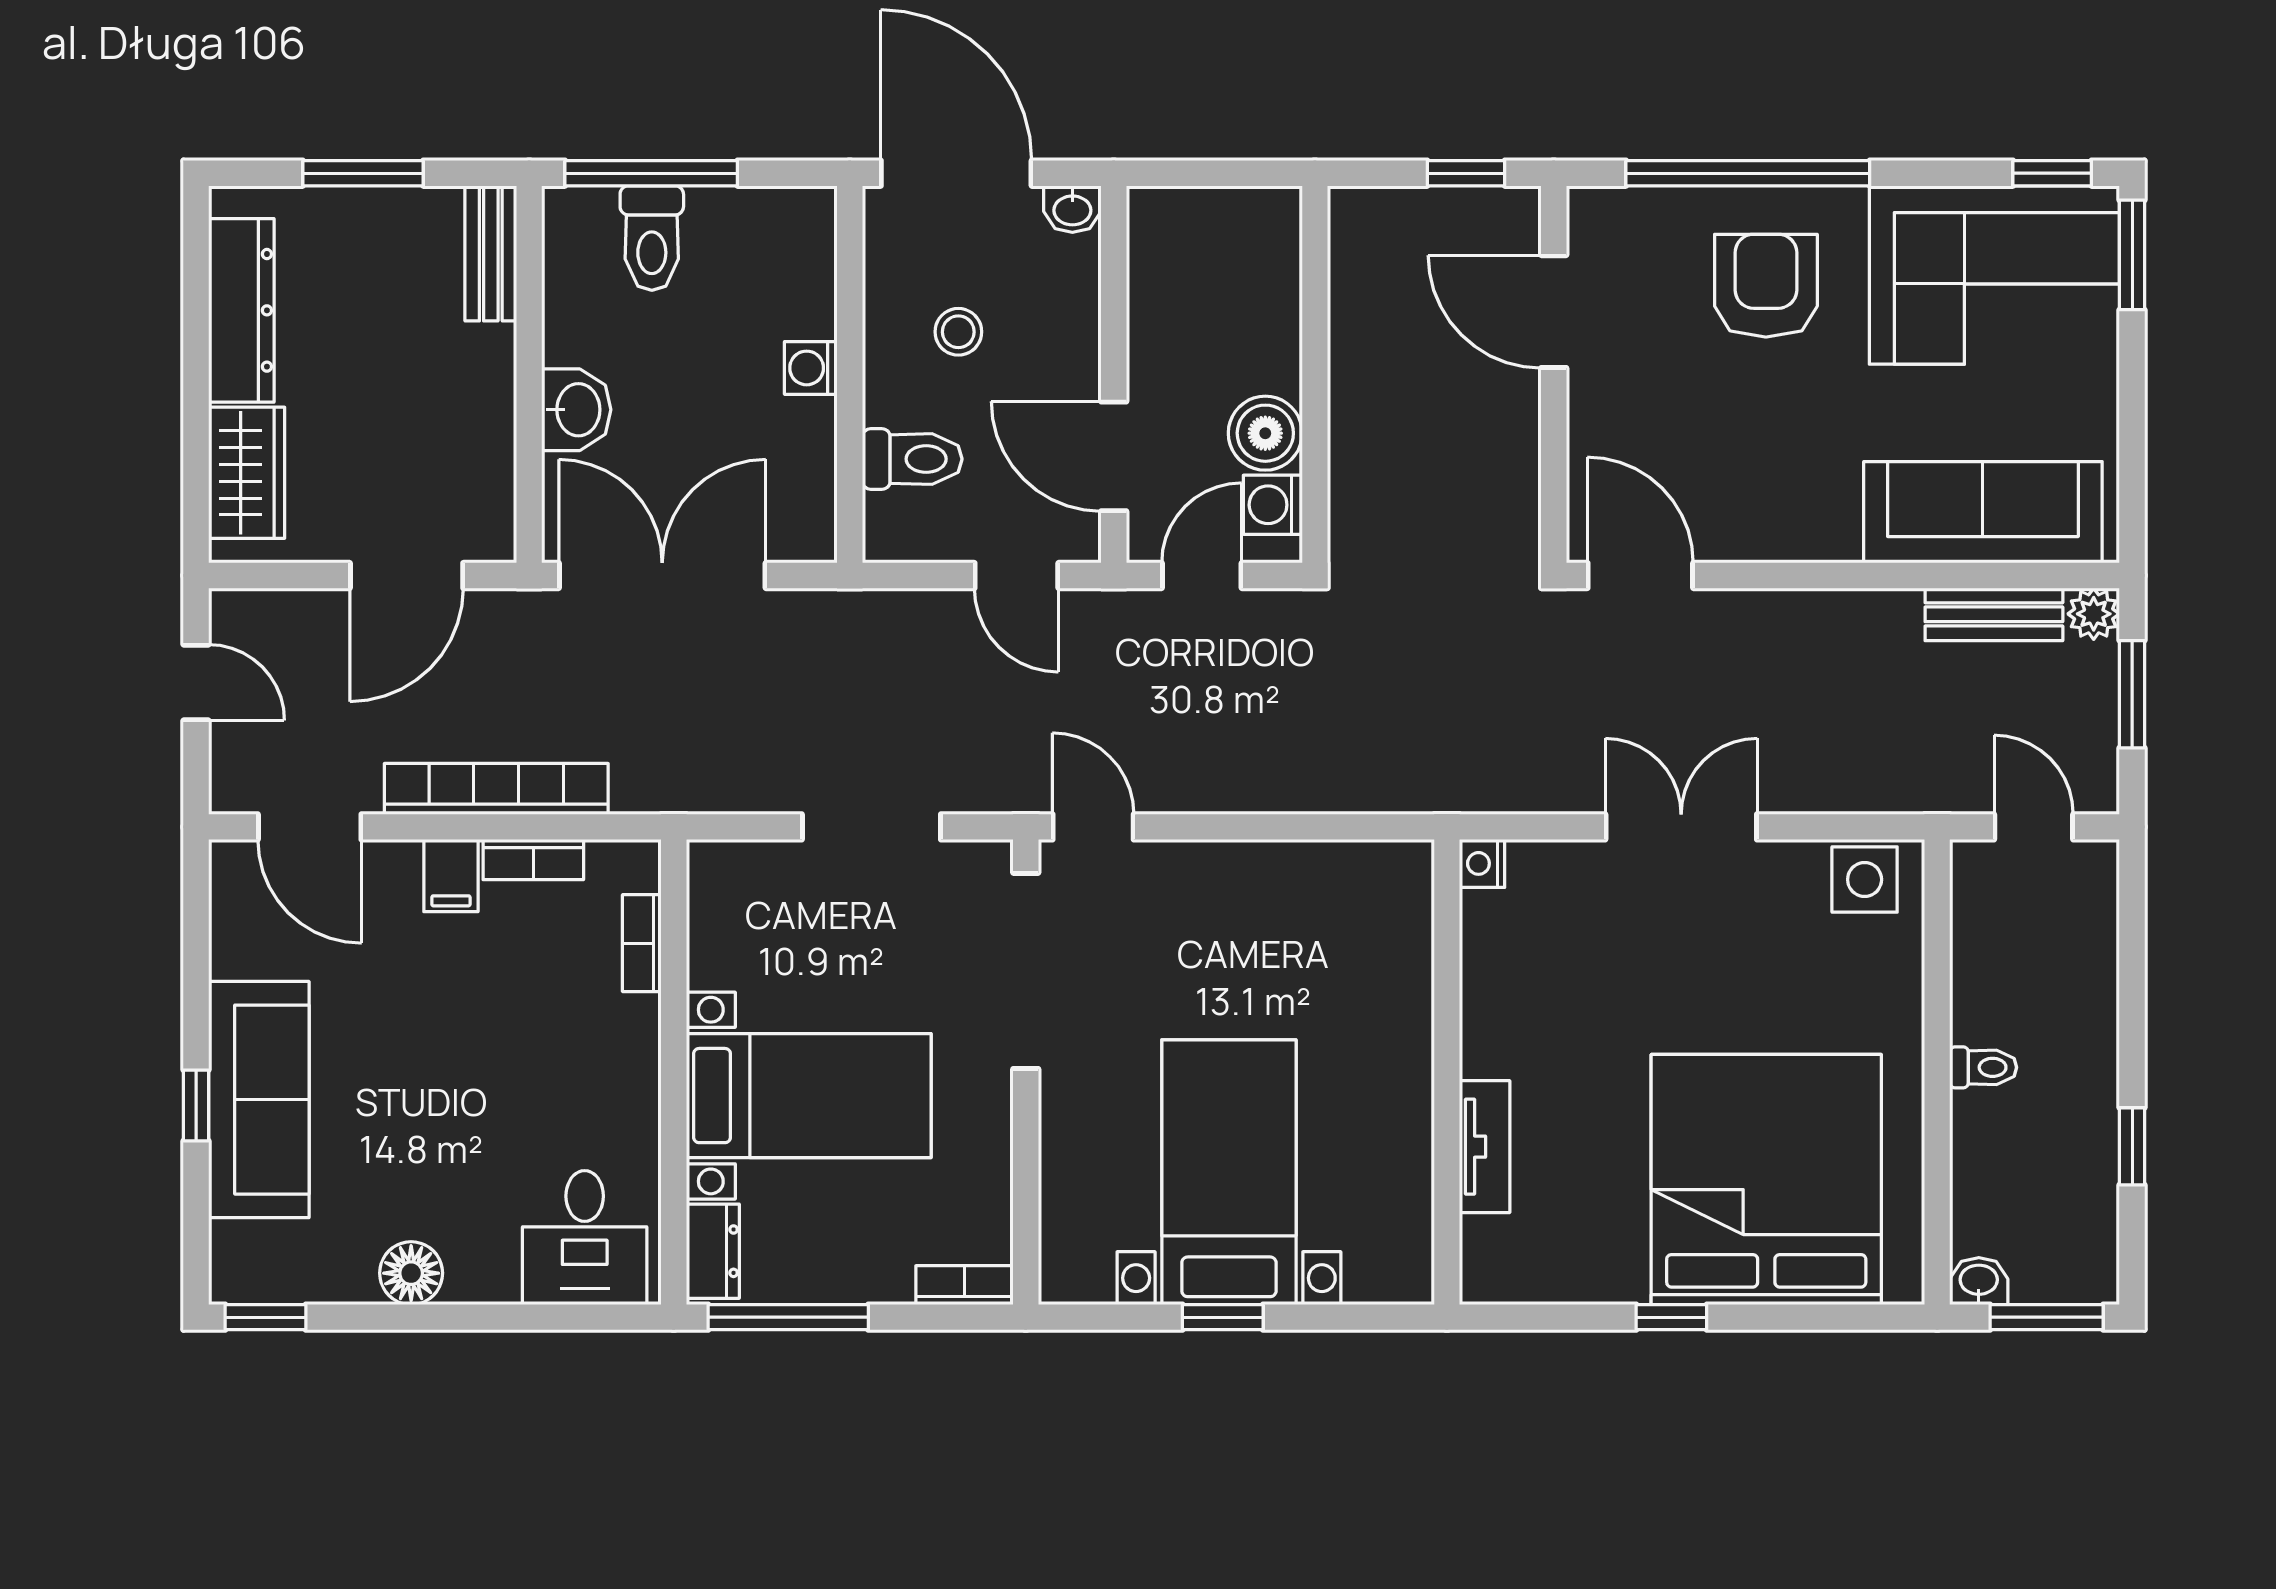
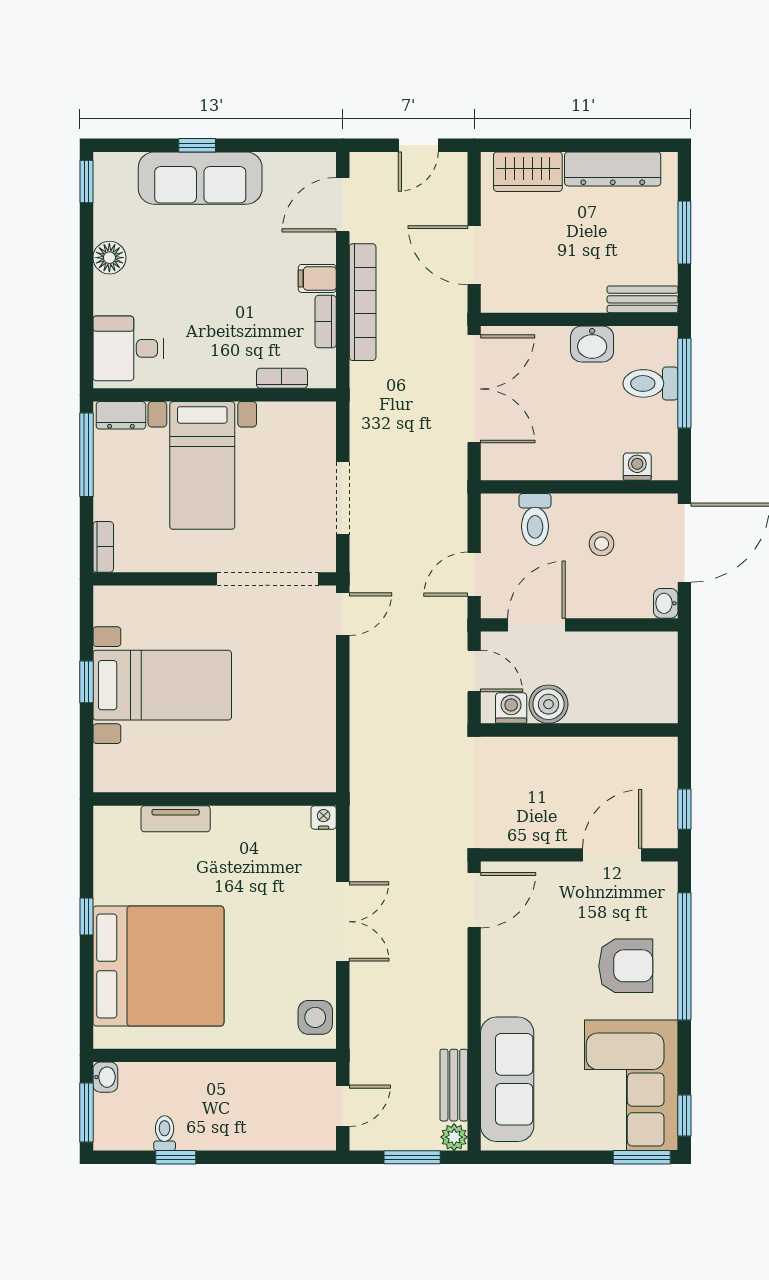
washing machine: (811, 368) -> (637, 467), moved
washbasin: (576, 410) -> (592, 344), moved
toilet: (1983, 1067) -> (165, 1133), moved, turned 180

